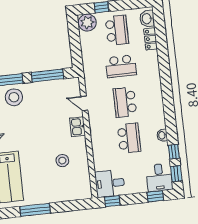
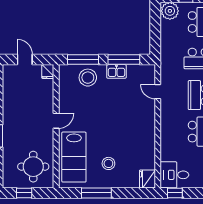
kitchen sink: (78, 127) -> (116, 71), moved, turned -90
stool: (62, 161) -> (108, 163), moved
fridge: (84, 190) -> (147, 179), added

